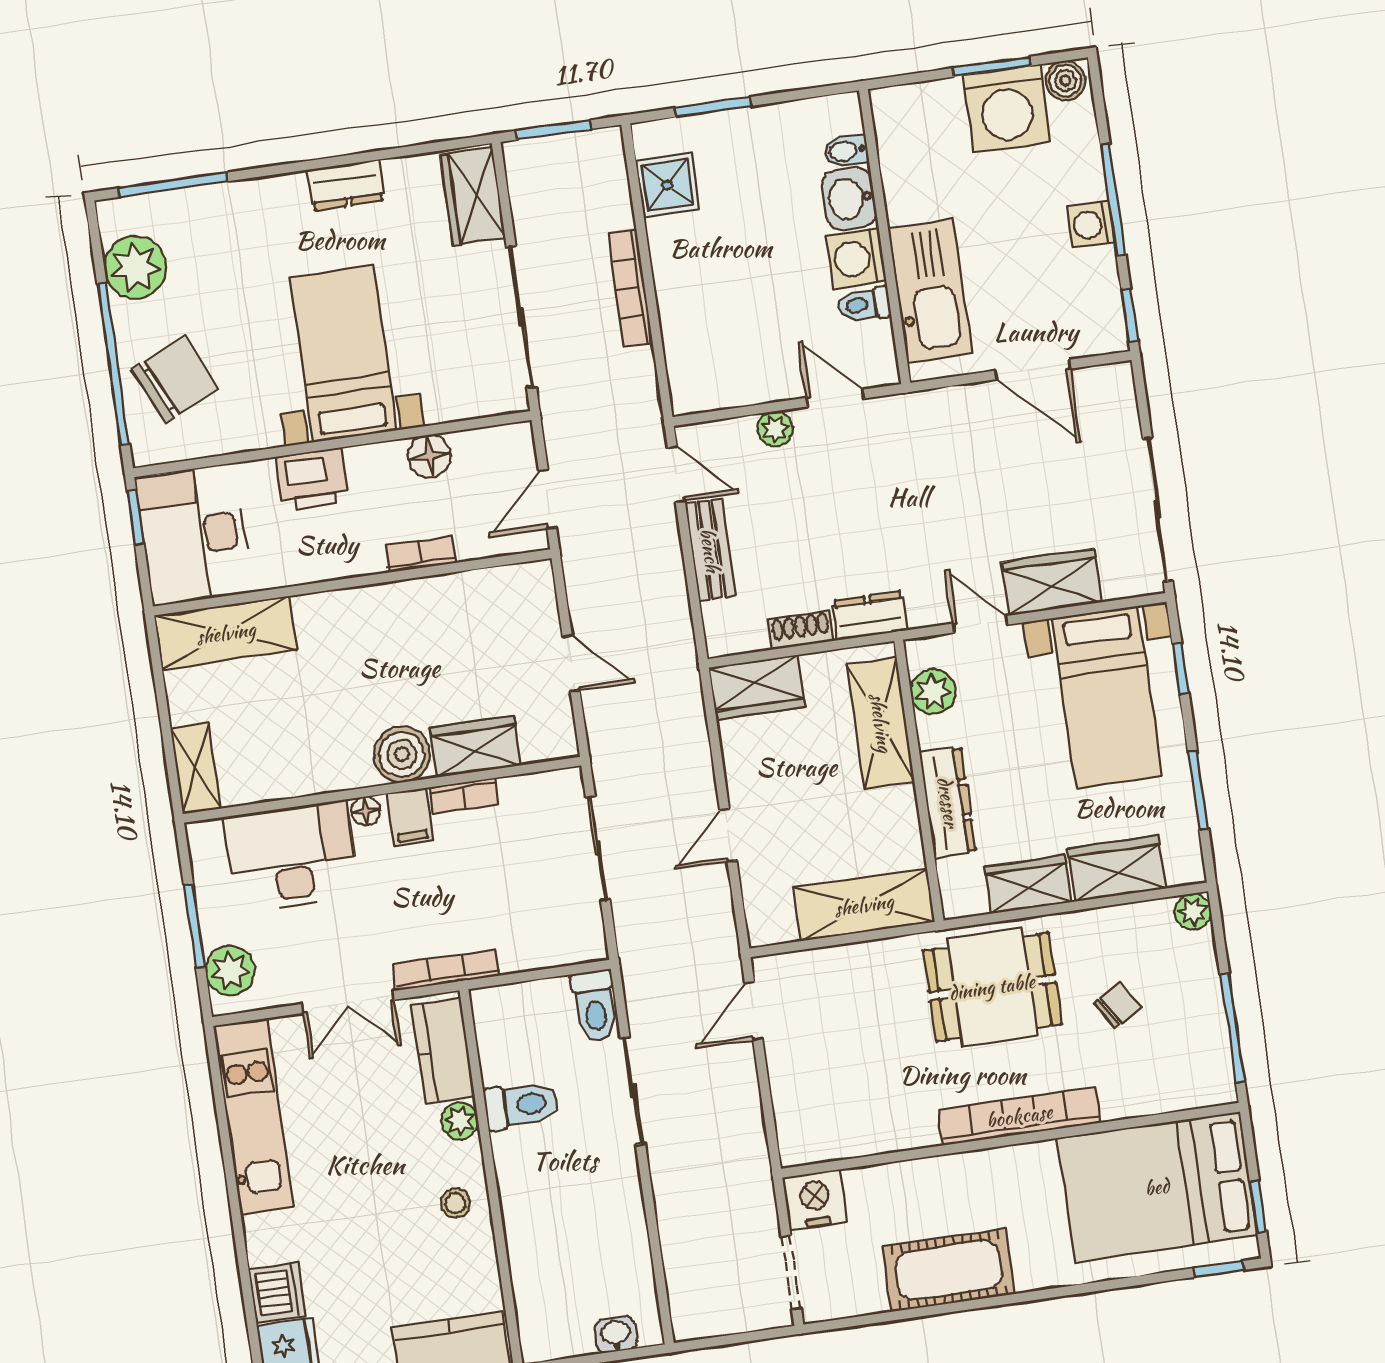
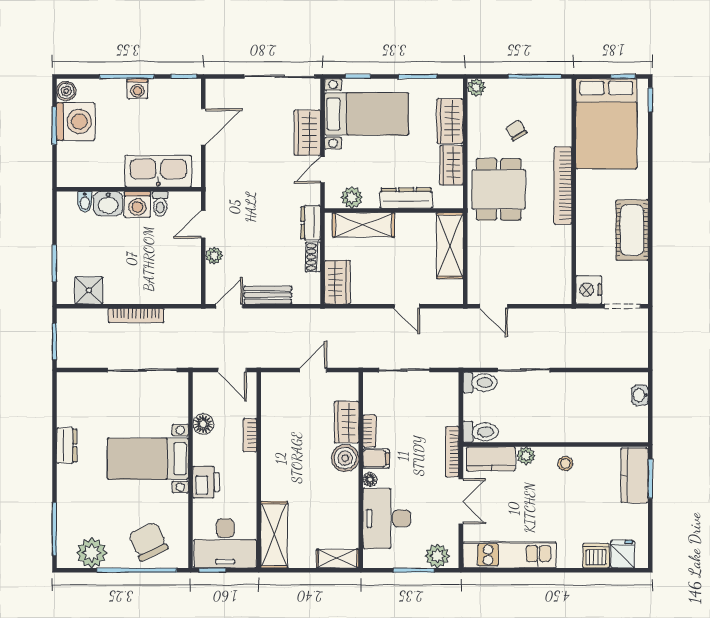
wardrobe: (473, 197) -> (81, 385), removed
toilet: (521, 1105) -> (481, 432), moved, turned 90

